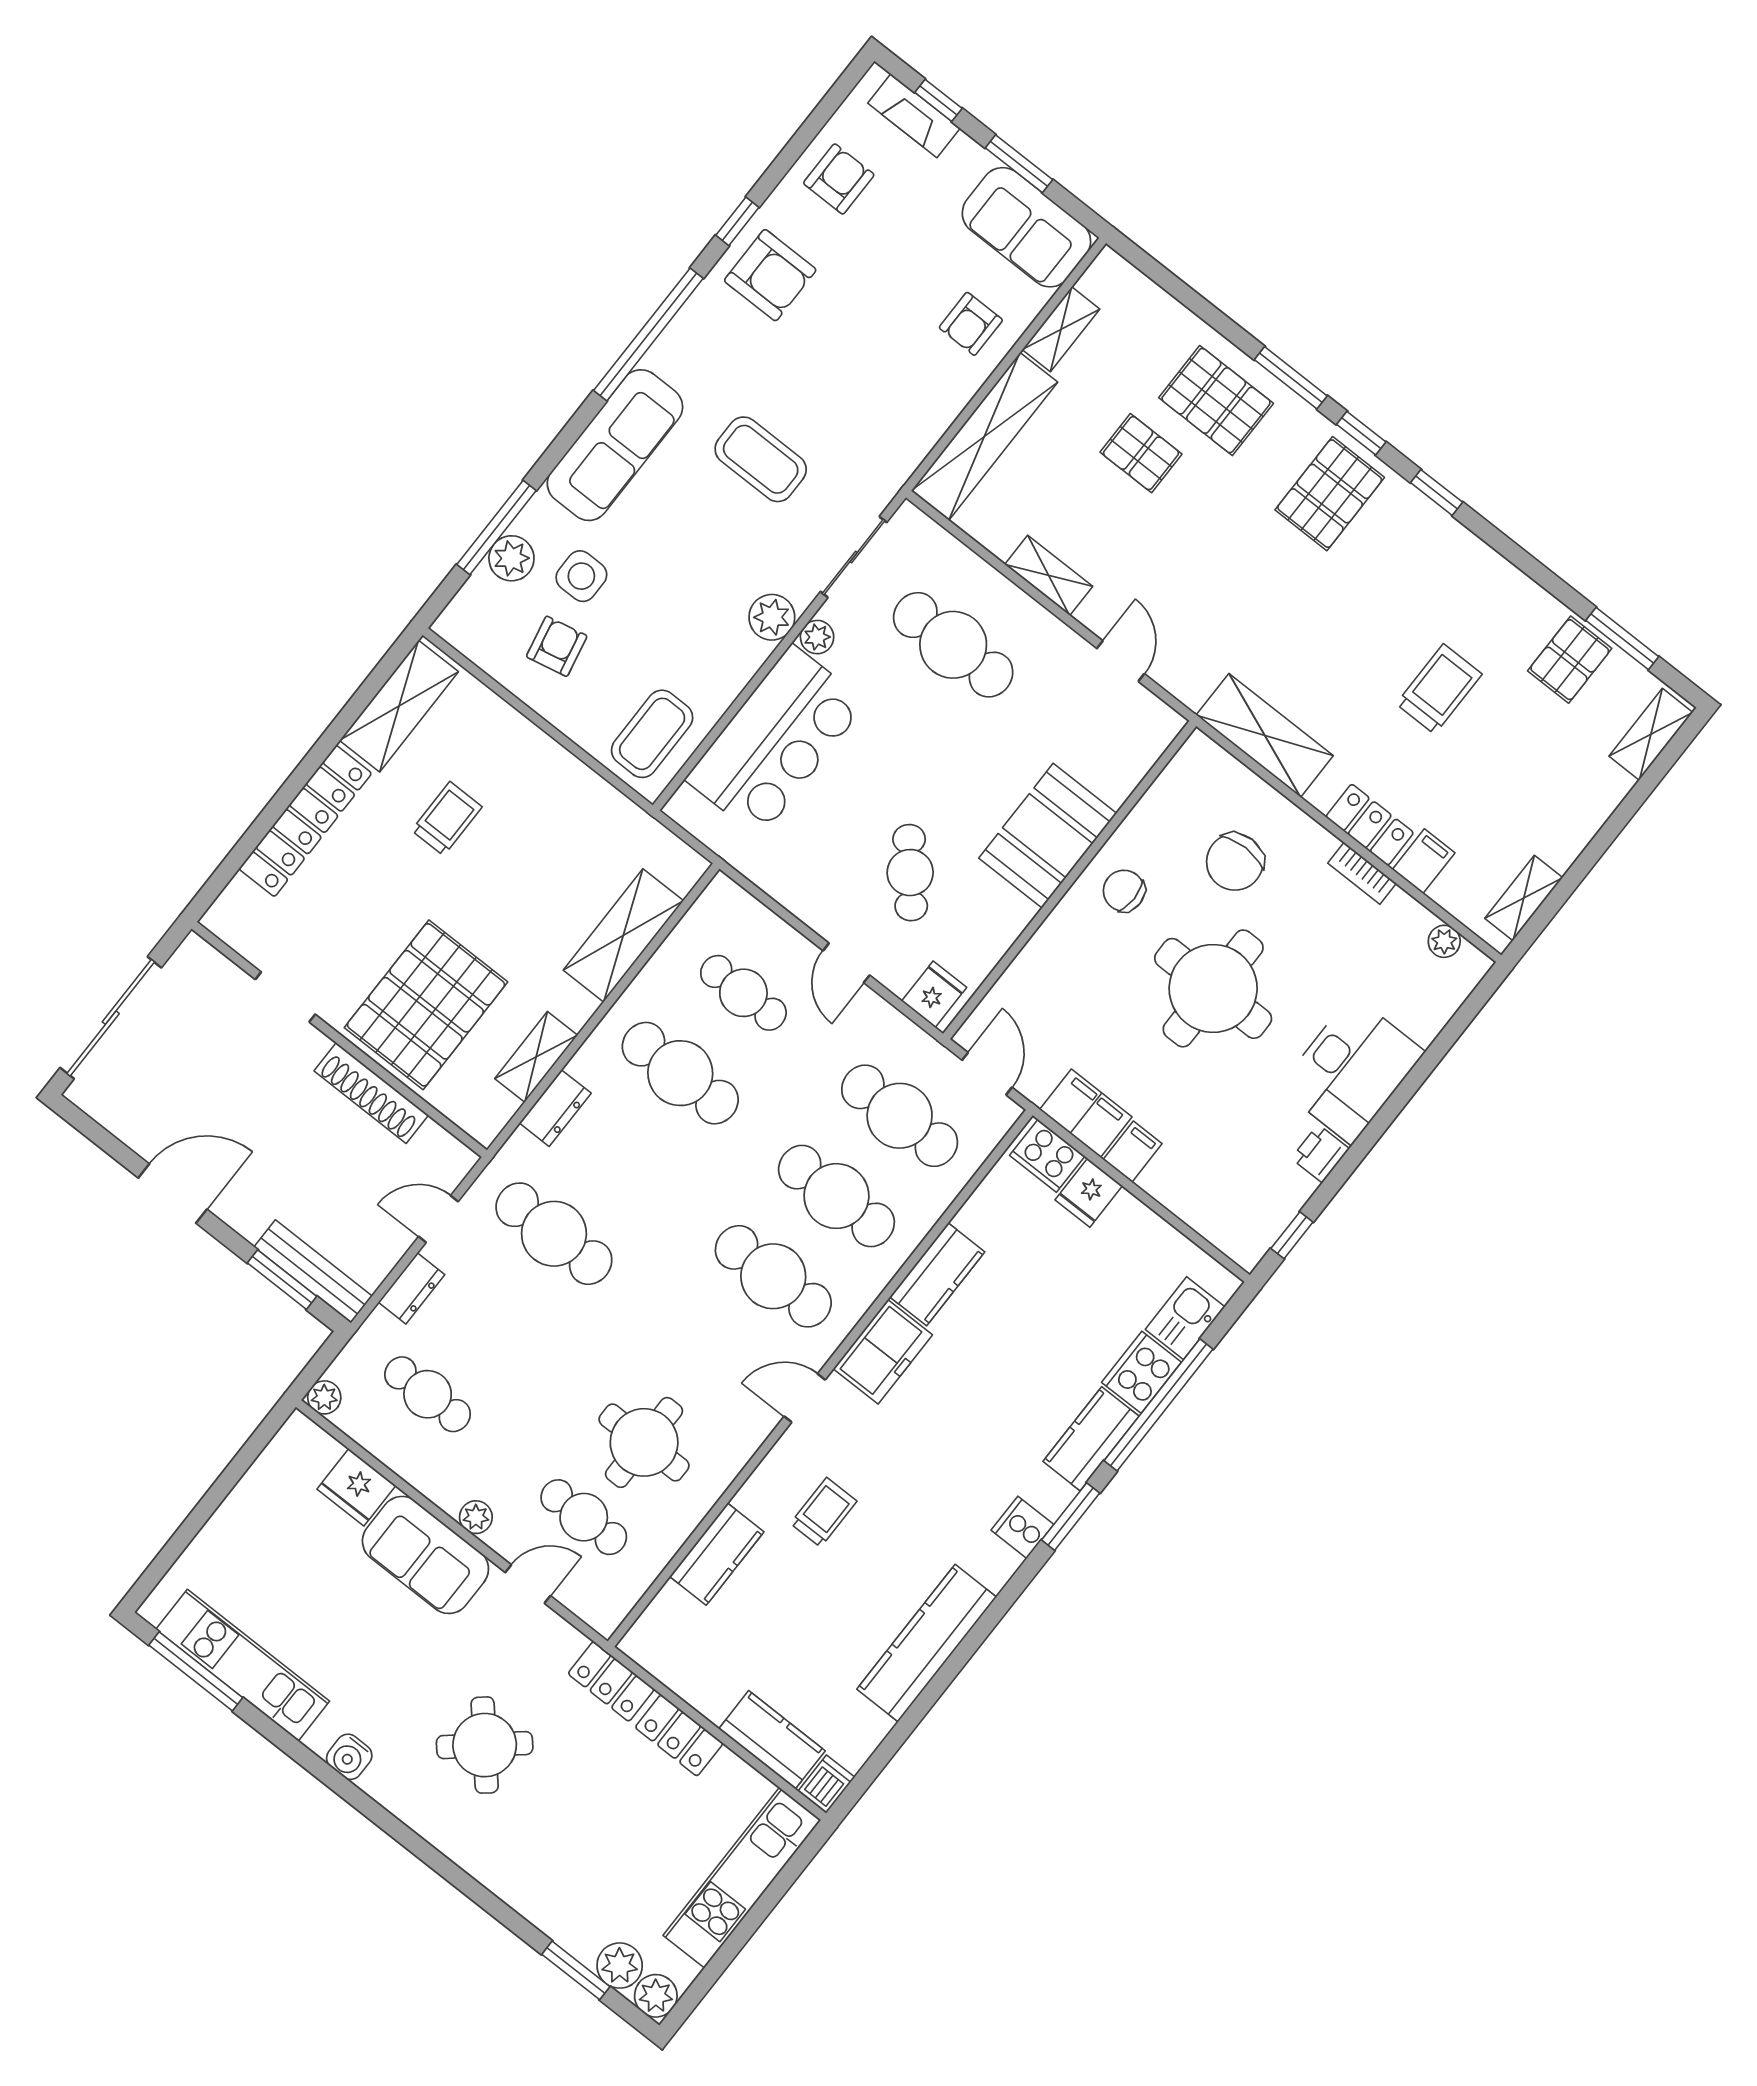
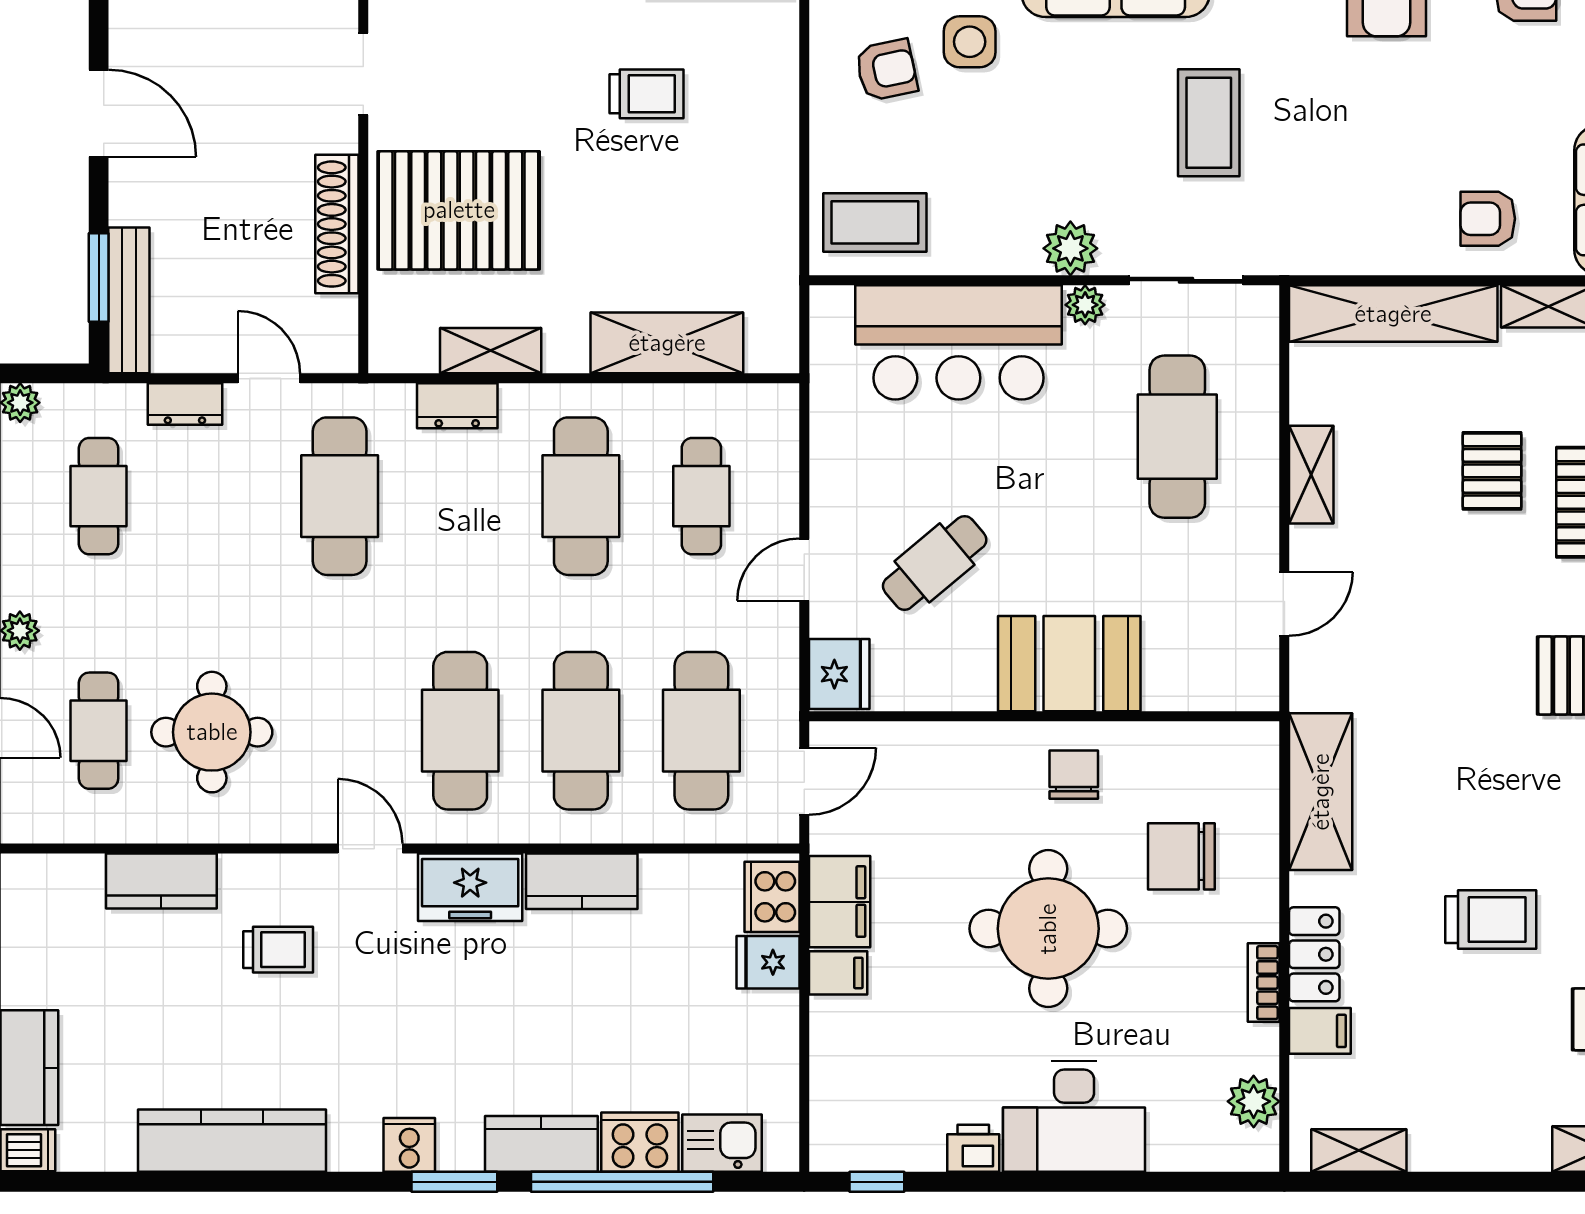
plant: (1444, 941) -> (1254, 1101), width x1.38, depth x1.38
fridge: (934, 994) -> (839, 674), width x1.38

